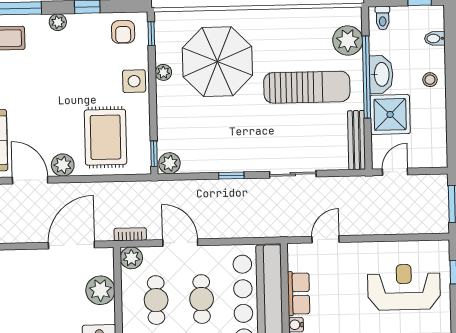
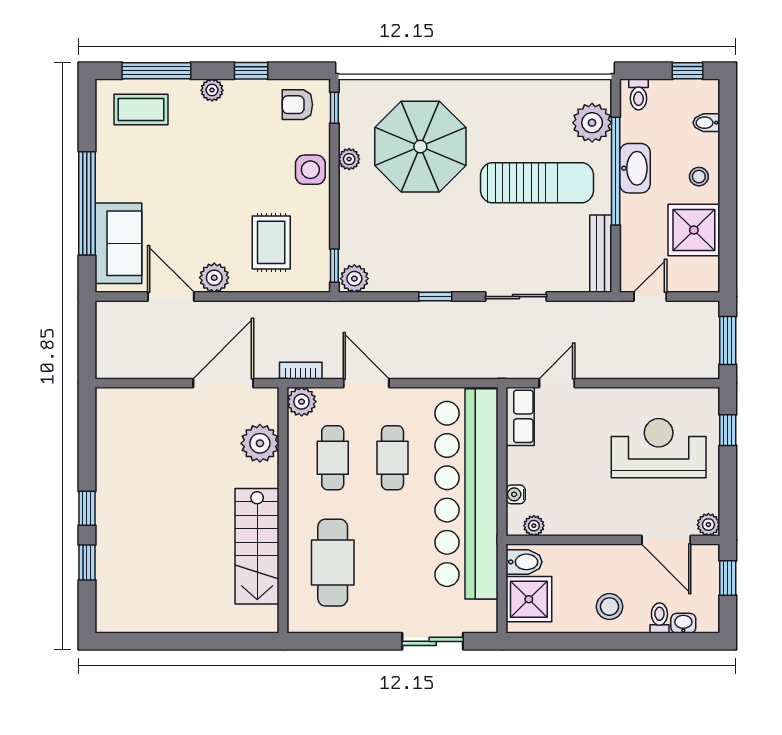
armchair: (123, 32) -> (297, 105), turned 90
shower: (390, 114) -> (694, 230), moved
rug: (105, 137) -> (271, 242), width x0.73, depth x0.70
row of seats: (299, 294) -> (520, 416), moved

